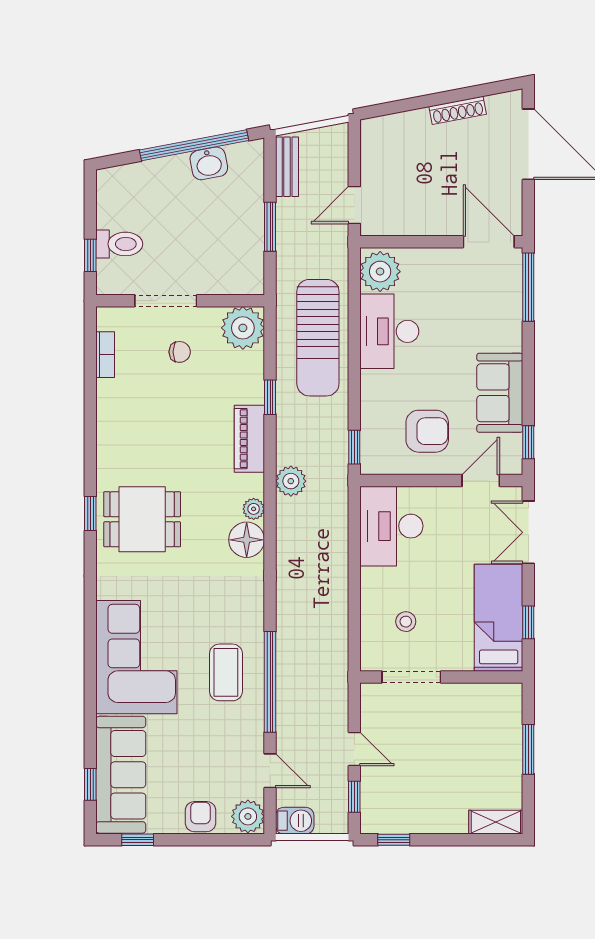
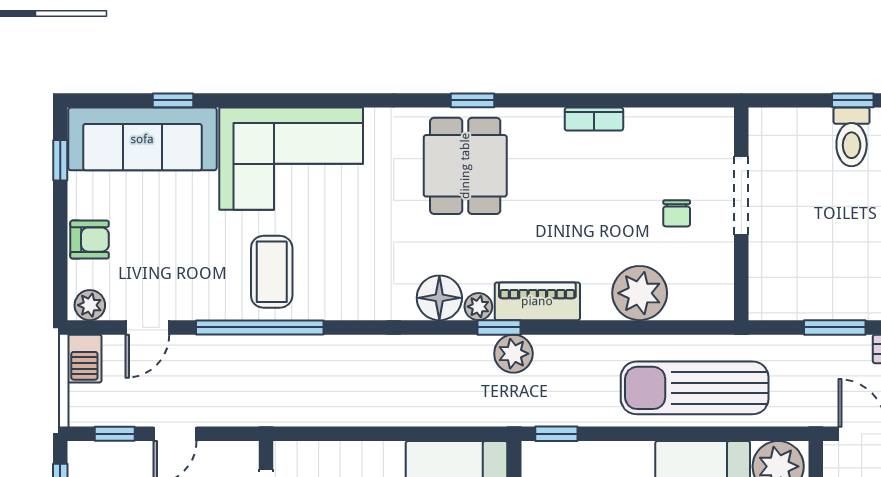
toilet: (119, 244) -> (852, 137), moved
window: (90, 255) -> (853, 100), moved
plant: (243, 328) -> (640, 293), moved
bookcase: (105, 355) -> (594, 119), moved
window: (270, 397) -> (499, 327), moved
piano: (249, 439) -> (537, 301), moved
coffee table: (226, 672) -> (272, 272), turned 90
window: (90, 784) -> (173, 100), moved
plant: (248, 816) -> (90, 305), width x0.73, depth x0.73

